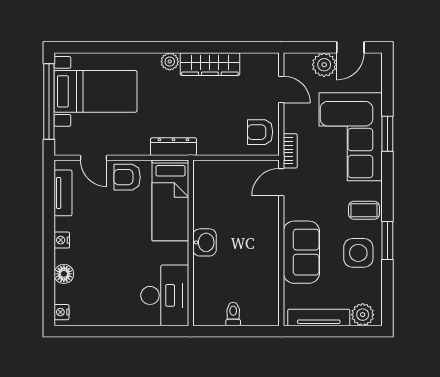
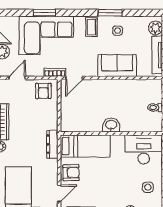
armchair: (127, 177) -> (71, 173), turned -91
door: (281, 182) -> (74, 78), hinge flipped
side table: (358, 253) -> (118, 31), width x0.54, depth x0.54
side table: (103, 302) -> (148, 187), added

